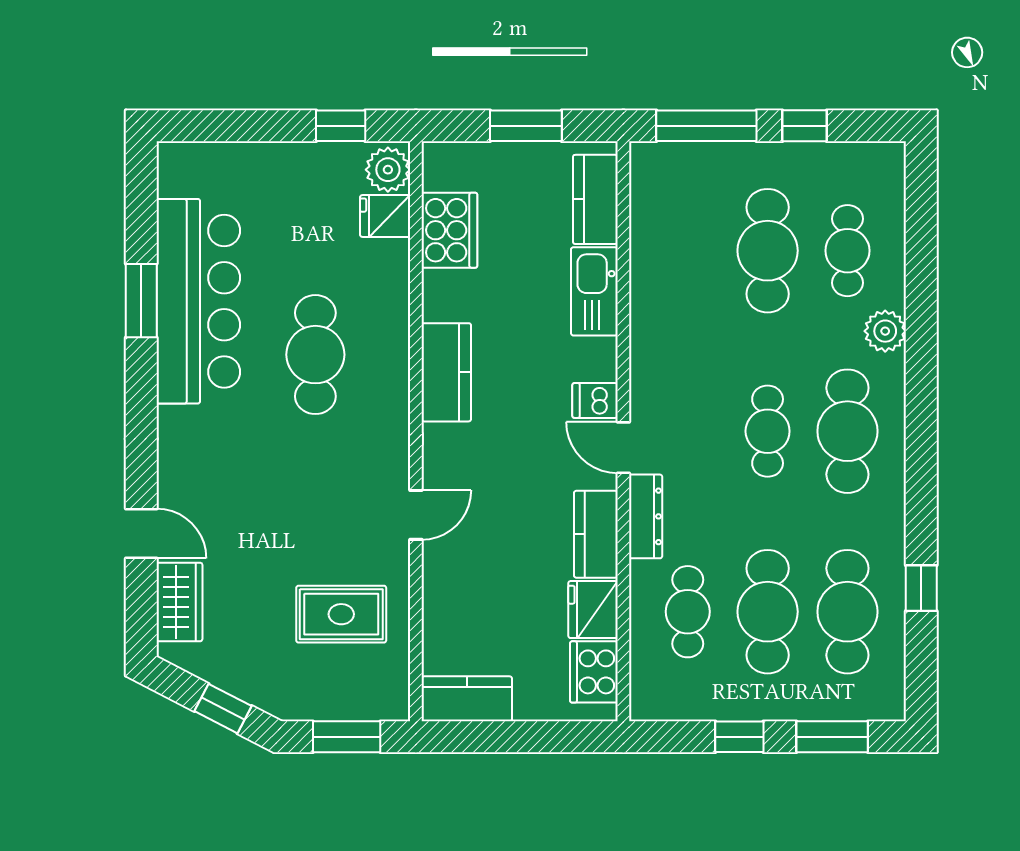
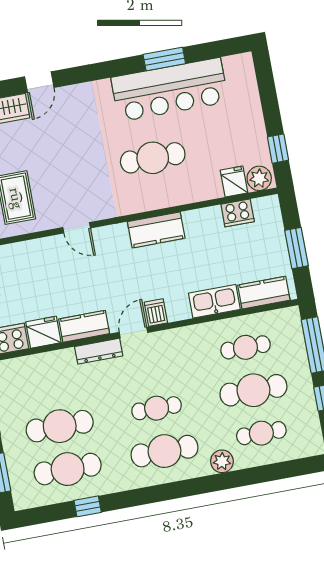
cooker: (449, 230) -> (238, 213), width x0.73, depth x0.76
cafe table: (688, 612) -> (245, 347), moved

